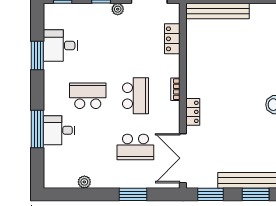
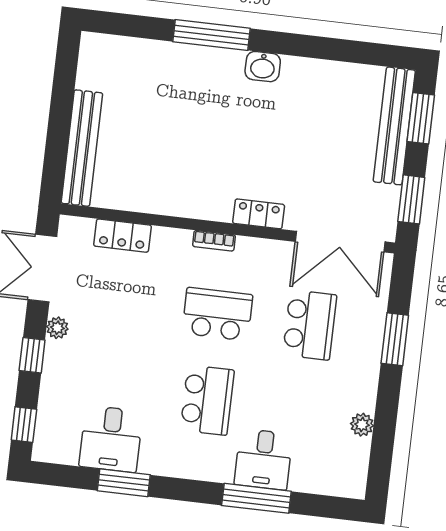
school desk: (88, 96) -> (207, 400), turned 180

